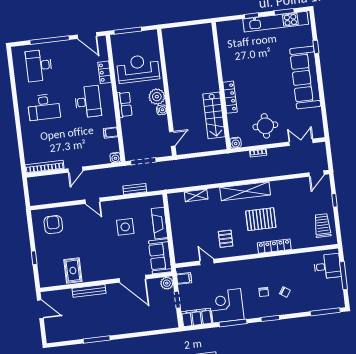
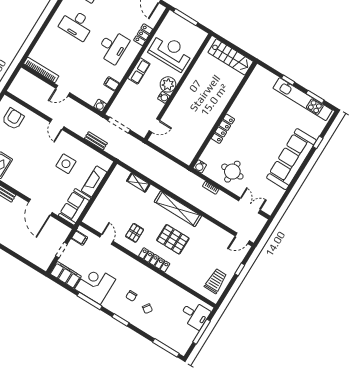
stairs: (214, 115) -> (231, 57), moved, turned -90
locker: (274, 246) -> (154, 260), moved
plant: (167, 283) -> (64, 231), removed

